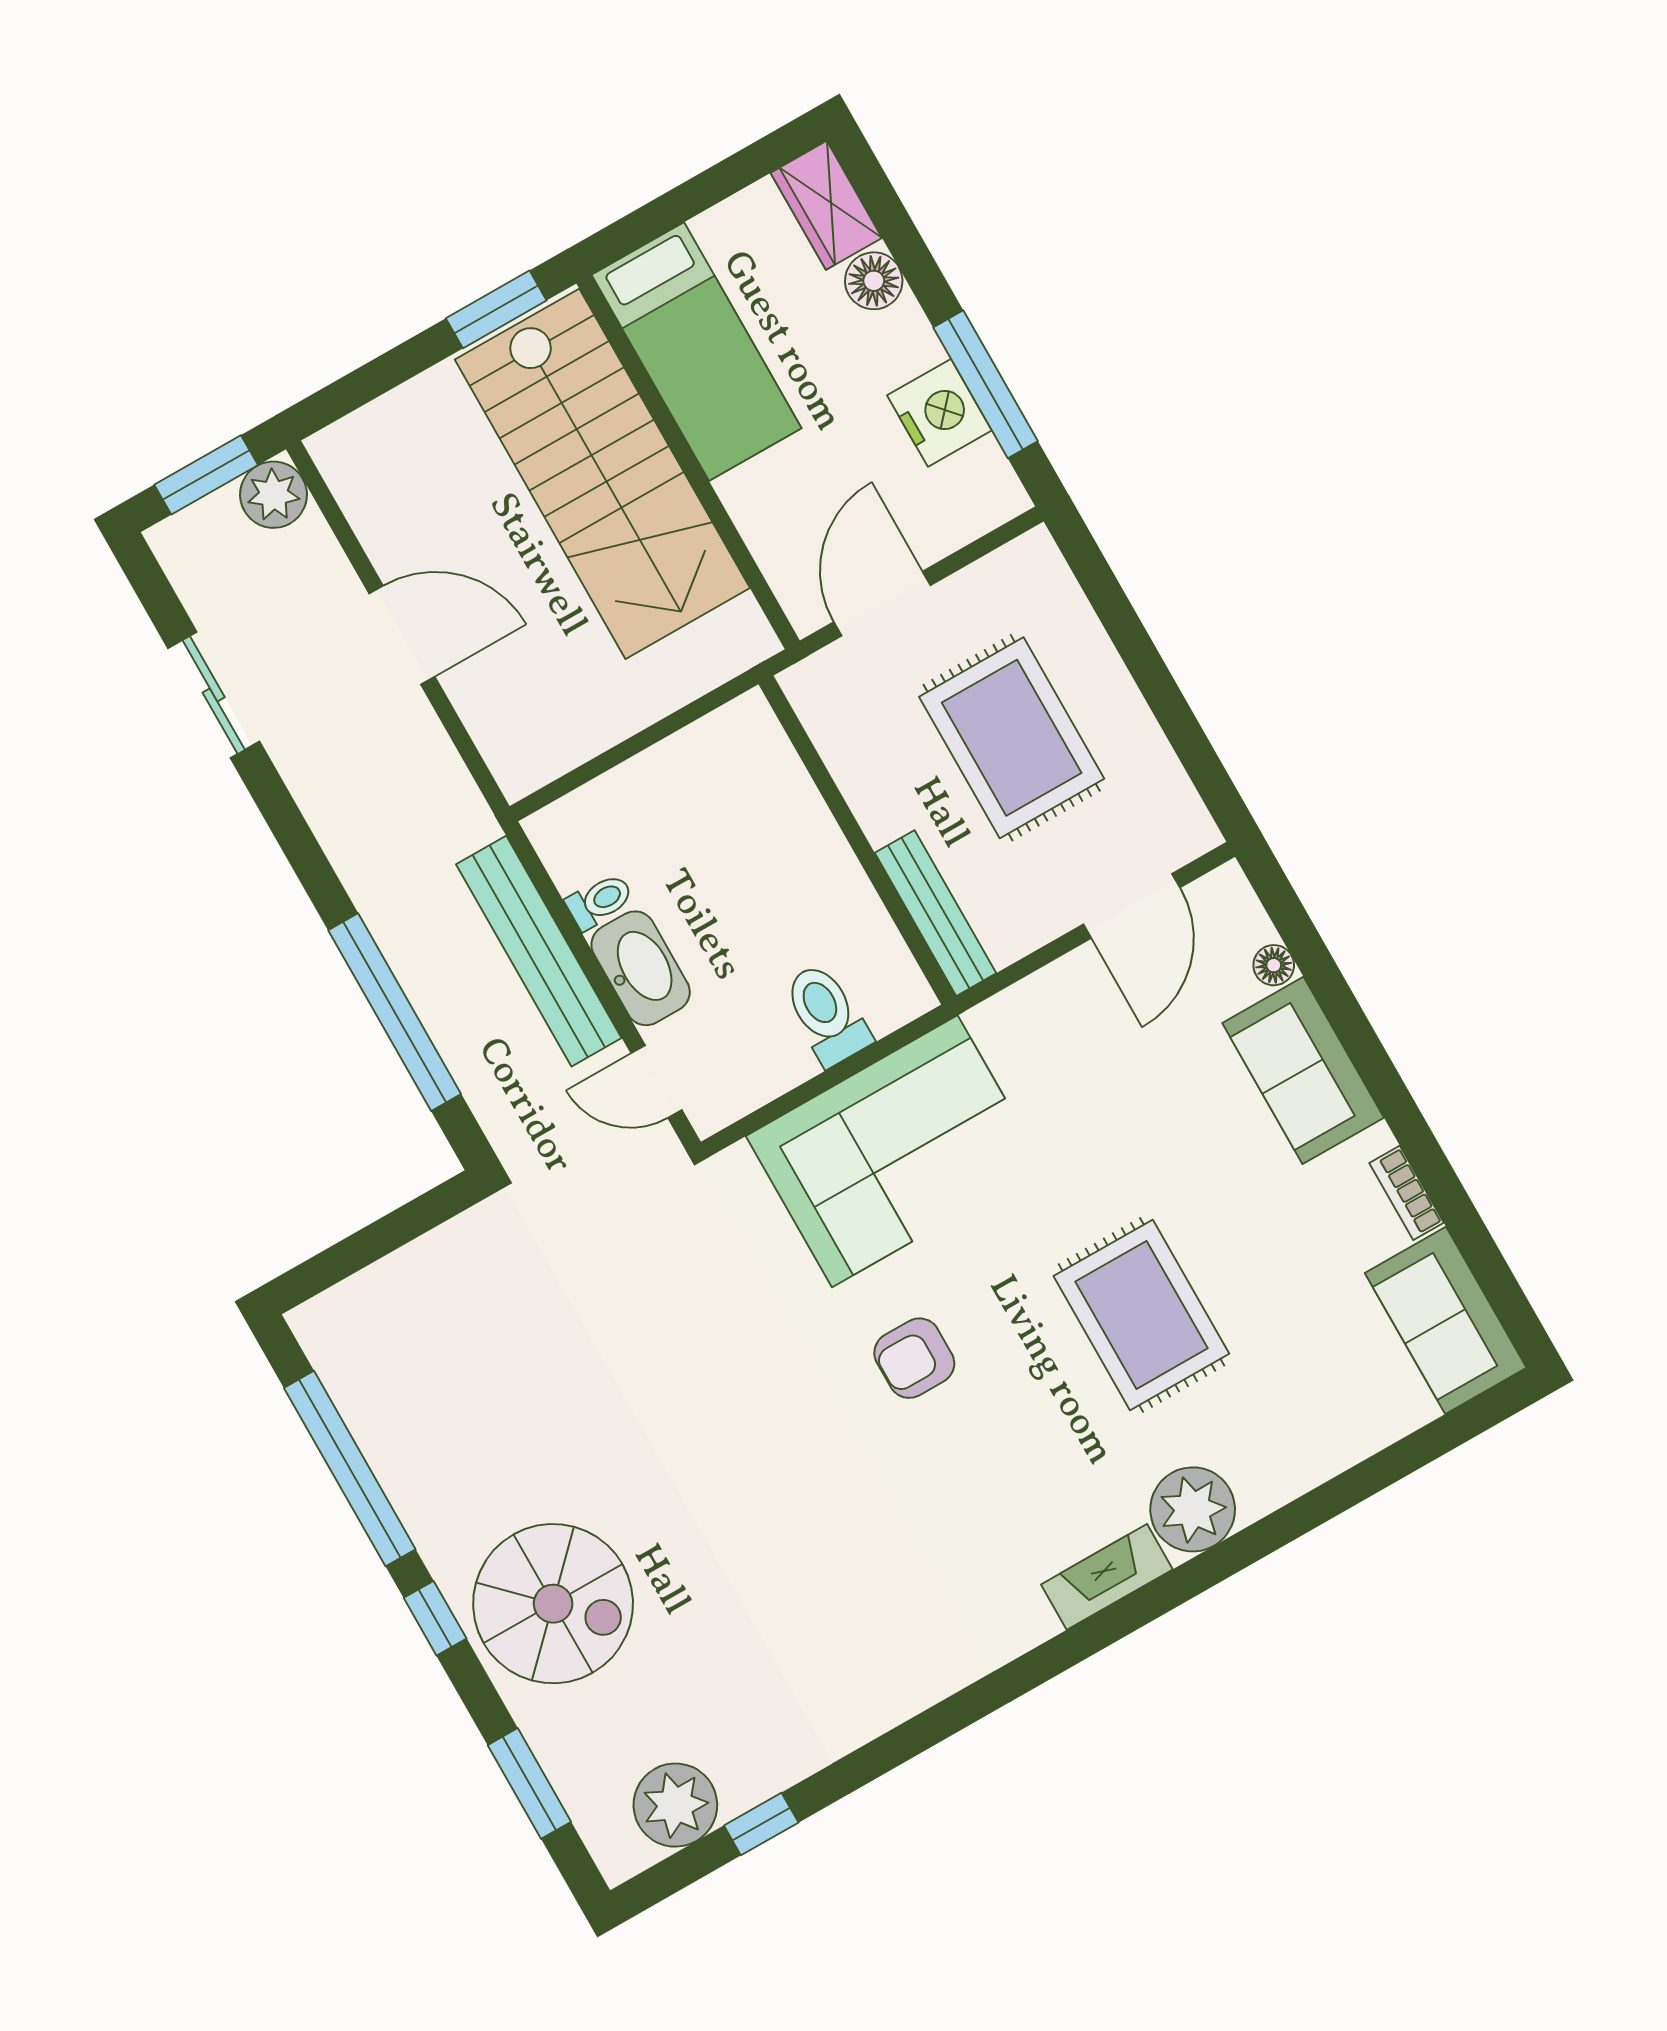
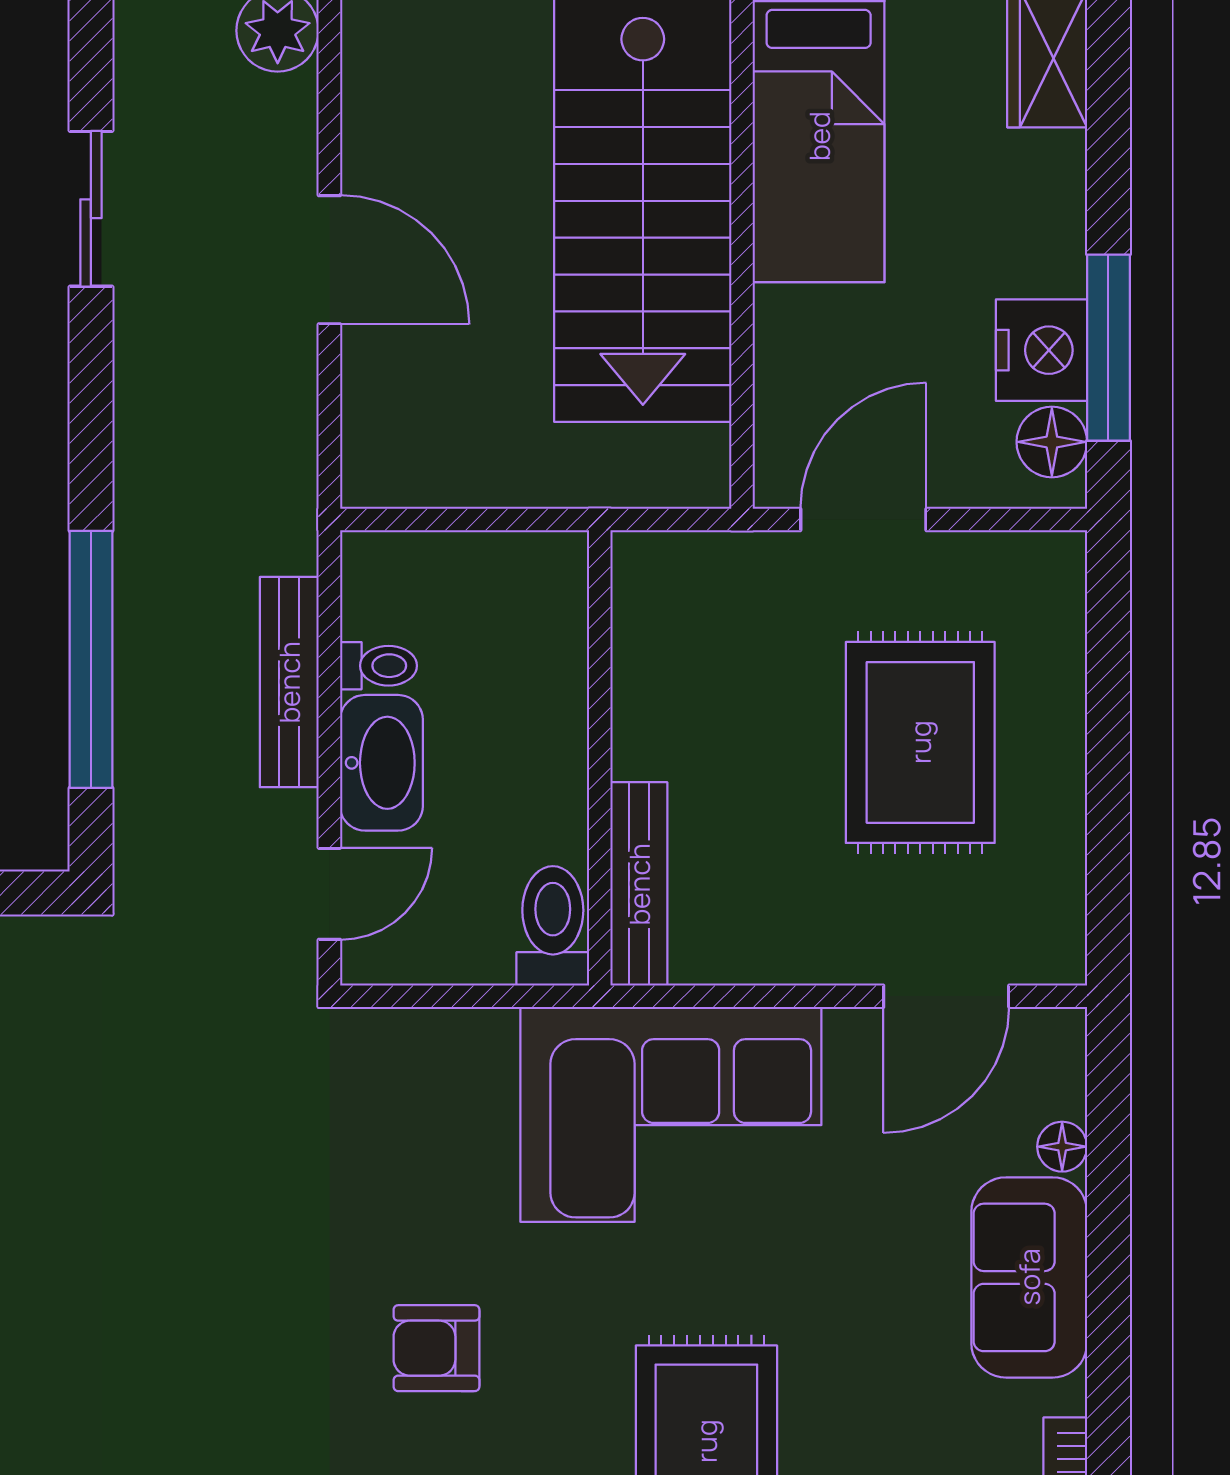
floor lamp: (874, 281) -> (1052, 442), moved
wall: (857, 840) -> (600, 758), moved
bench: (935, 913) -> (639, 884), moved
bench: (539, 951) -> (289, 682), width x0.73, depth x0.82
door: (657, 1081) -> (329, 894), swing flipped
corner sofa: (895, 1151) -> (671, 1114), moved

